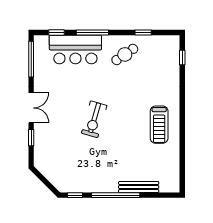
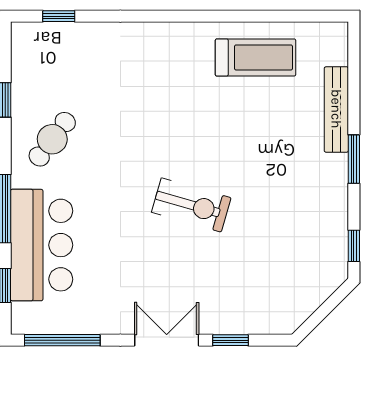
cafe table: (125, 54) -> (52, 139), turned 71
treadmill: (159, 125) -> (255, 57), moved
window: (116, 195) -> (354, 159), width x0.47

